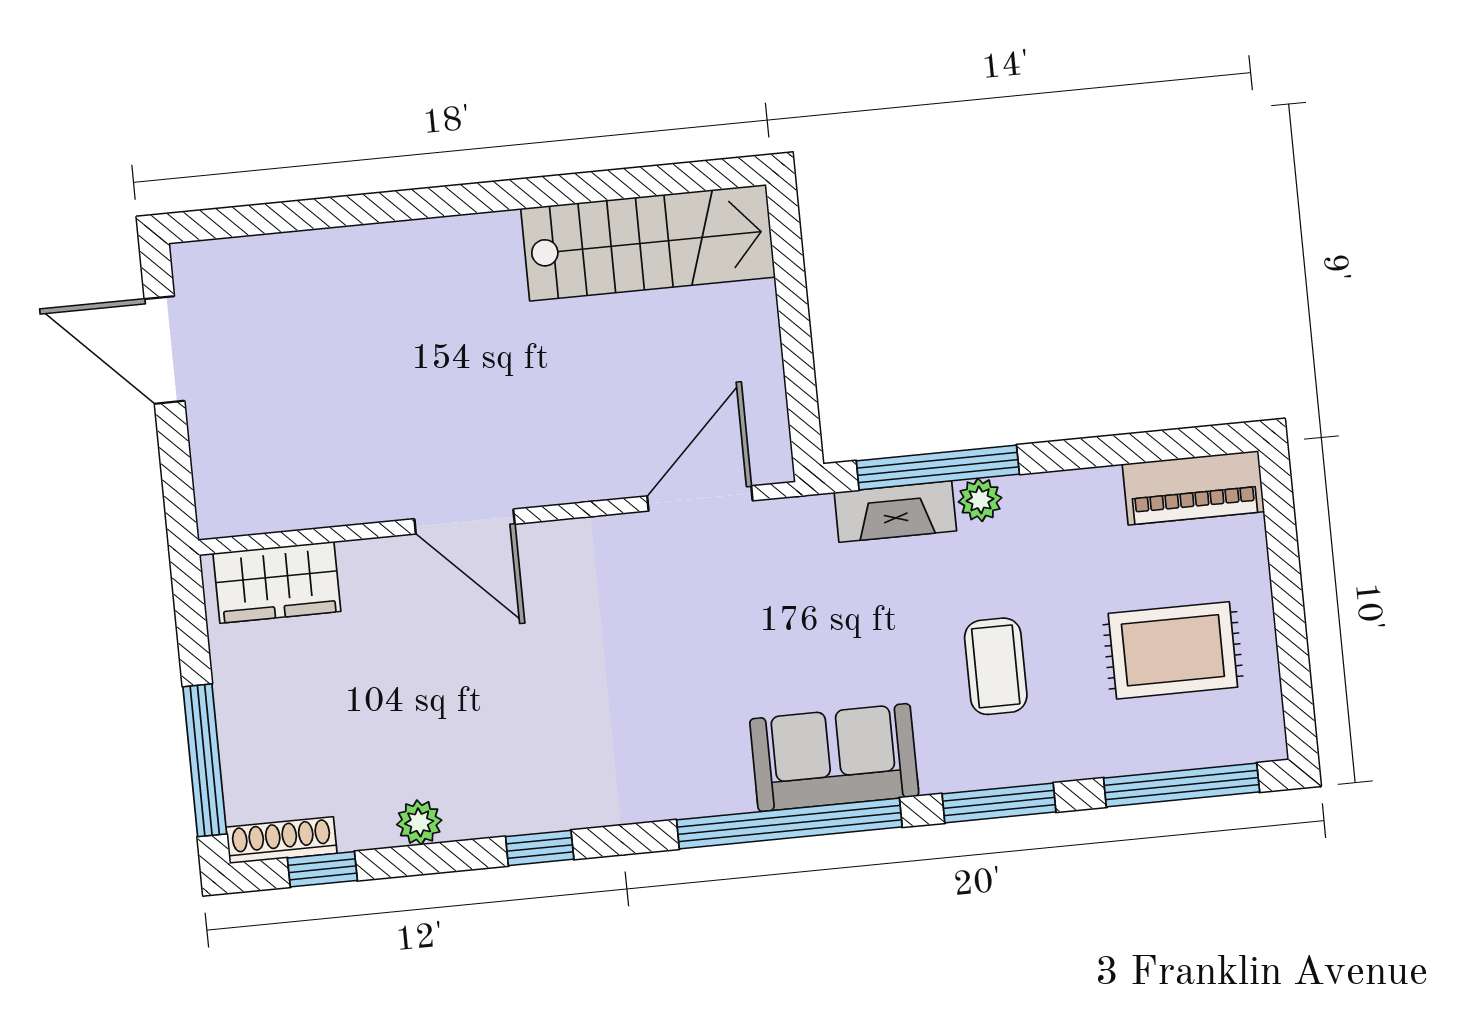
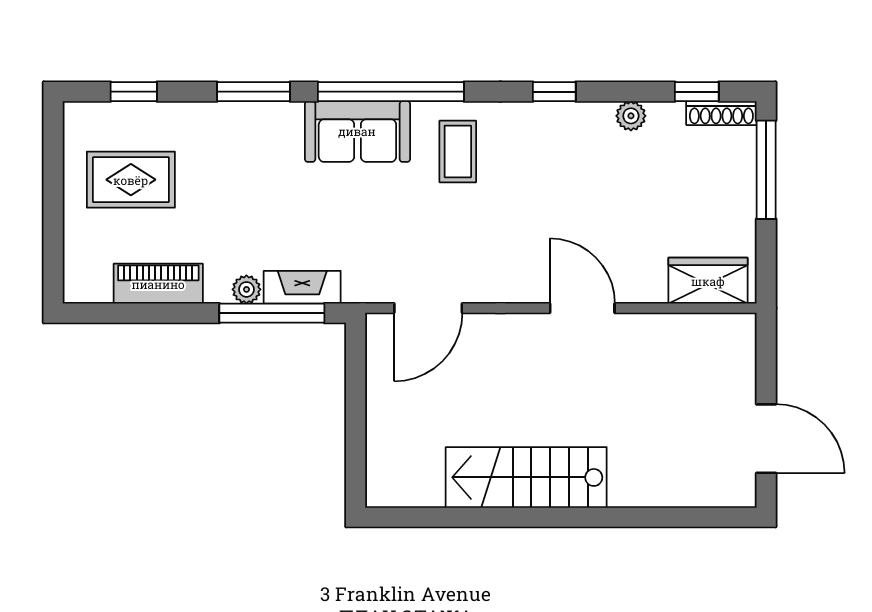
stairs: (648, 243) -> (526, 477), moved
piano: (1193, 488) -> (158, 284), moved
coffee table: (996, 666) -> (458, 151), moved
window: (1182, 785) -> (134, 92), width x0.46

